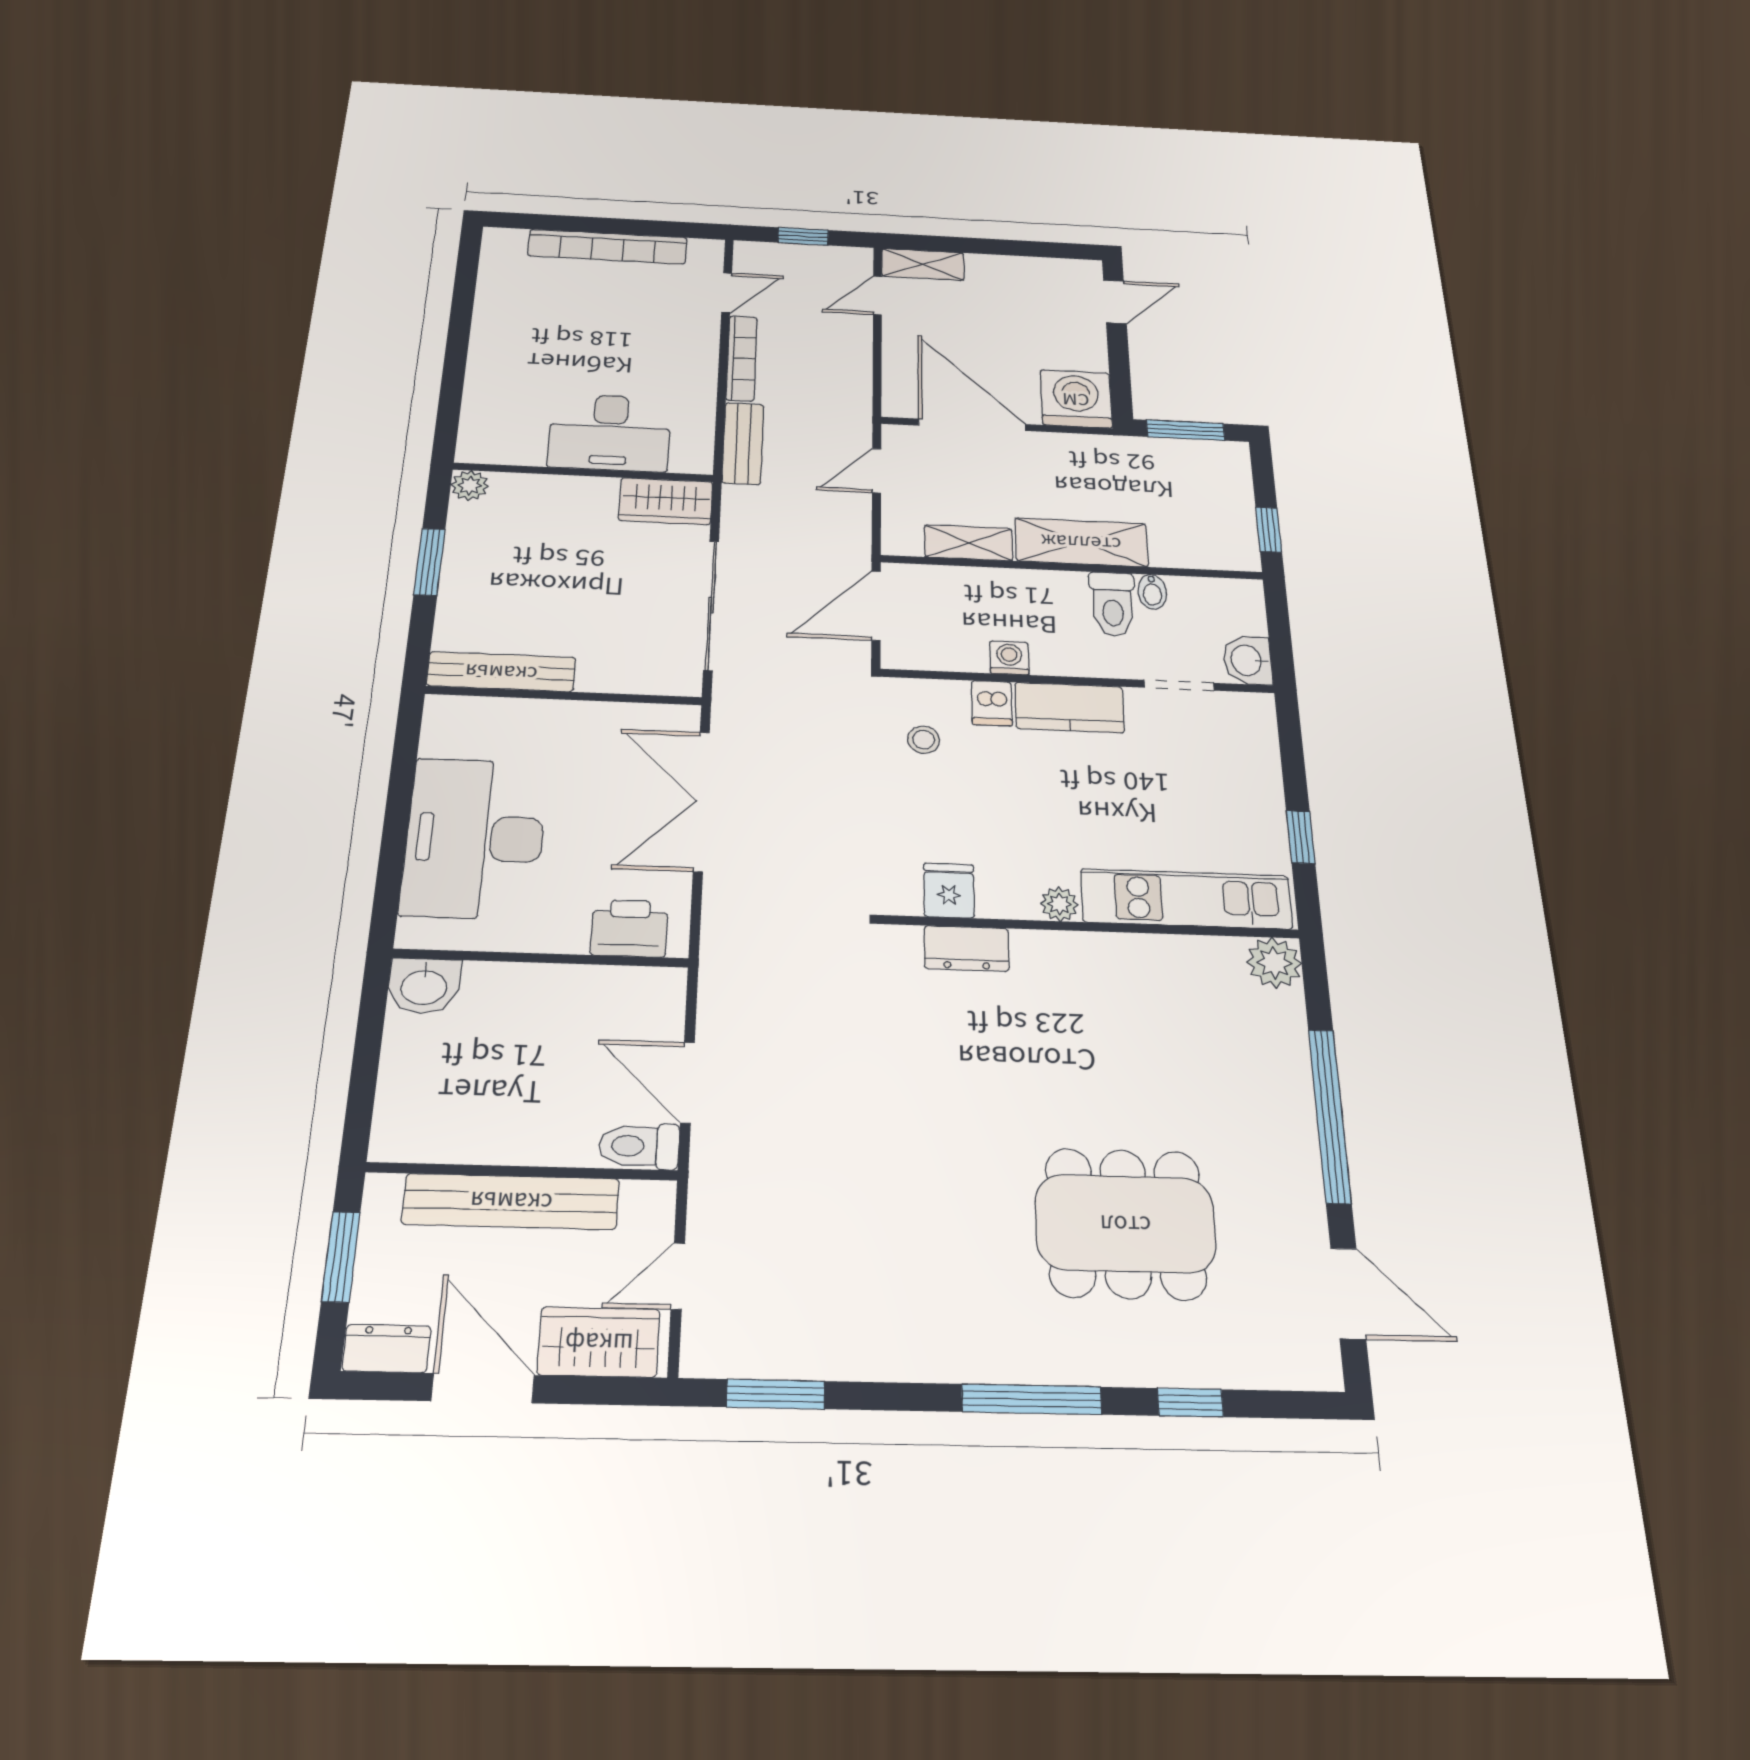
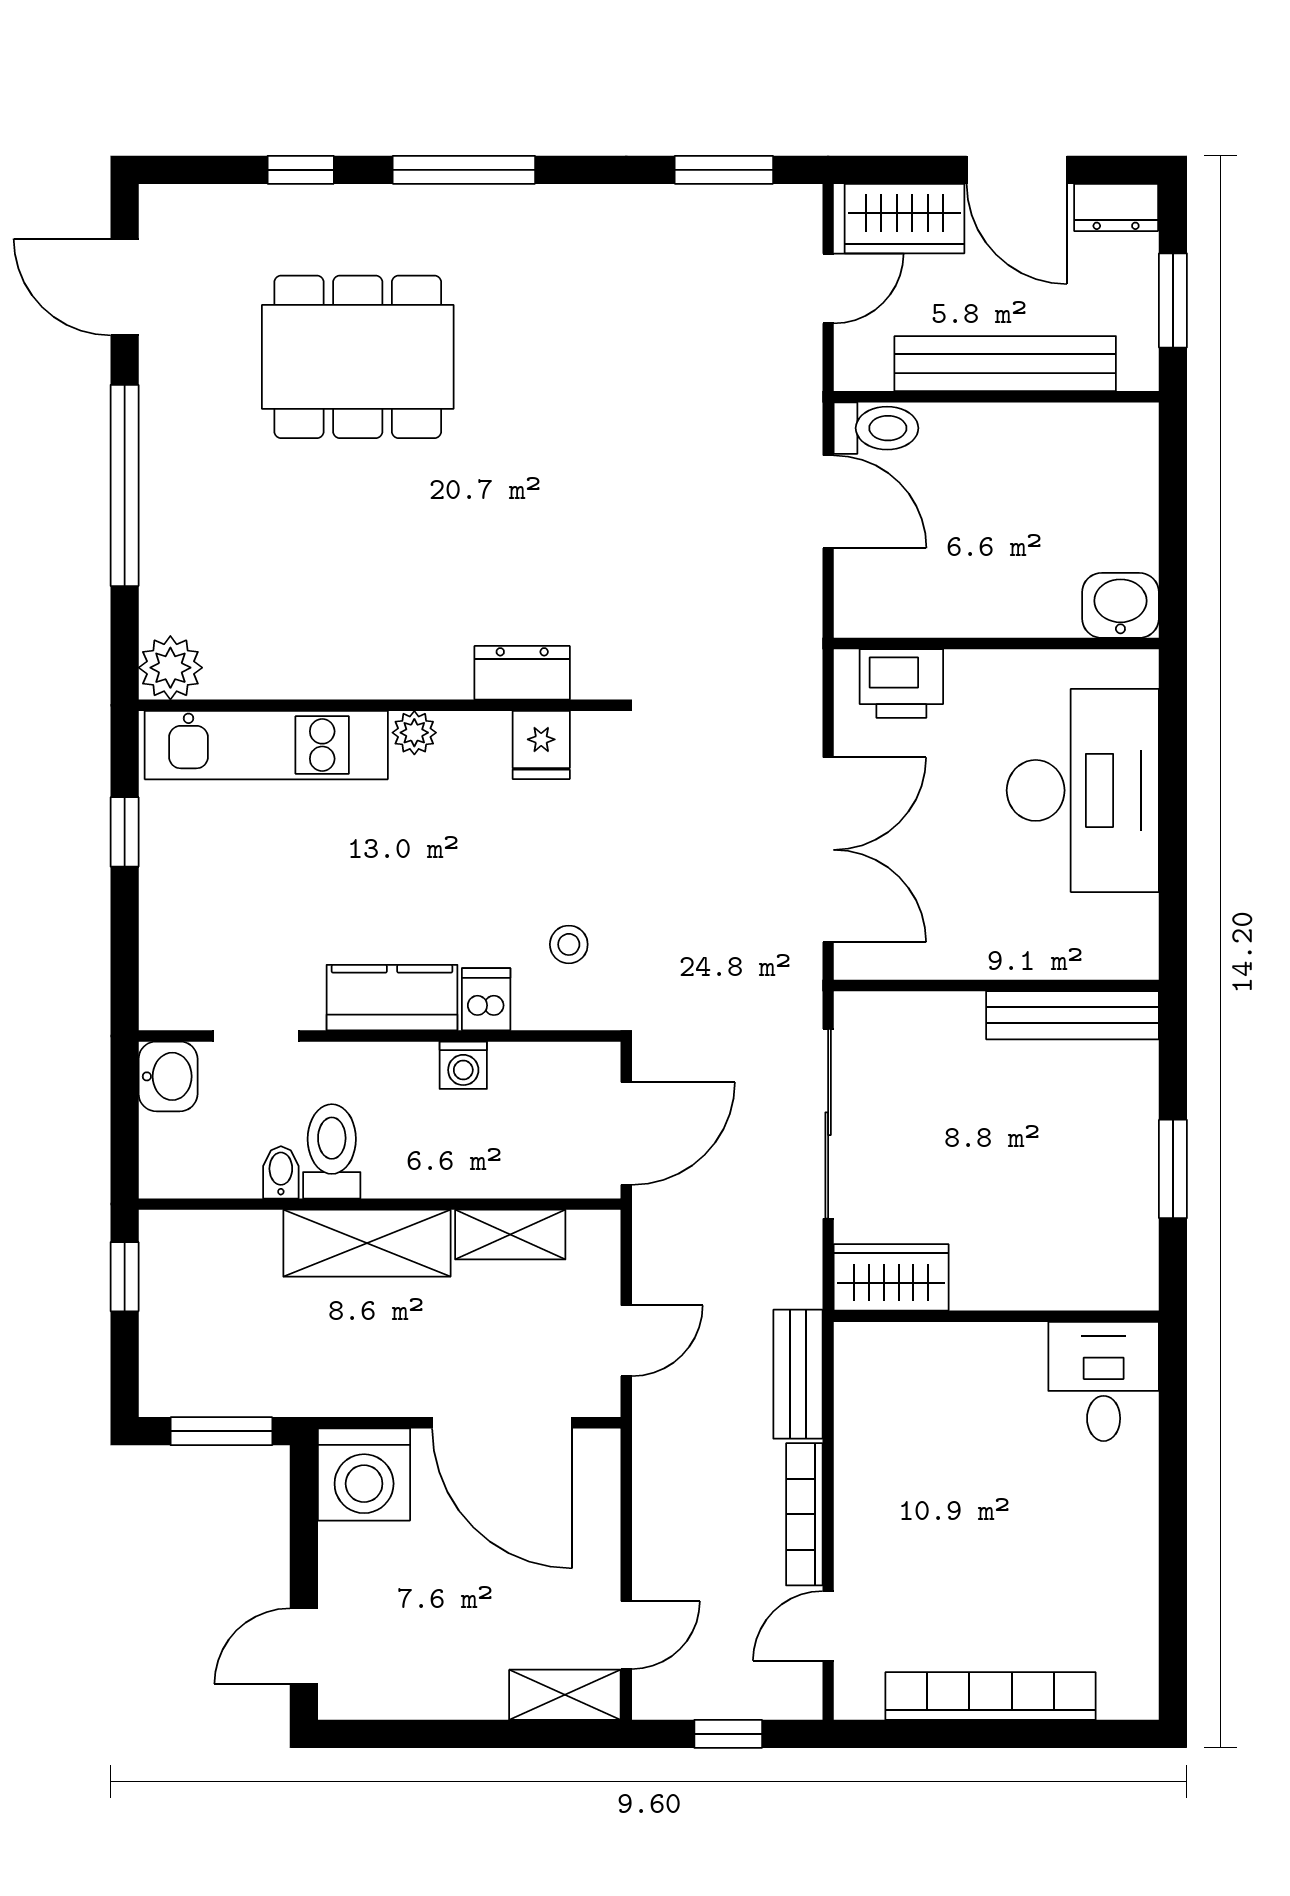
desk: (610, 432) -> (1104, 1381), moved, width x0.73
plant: (470, 485) -> (1136, 1287), removed

